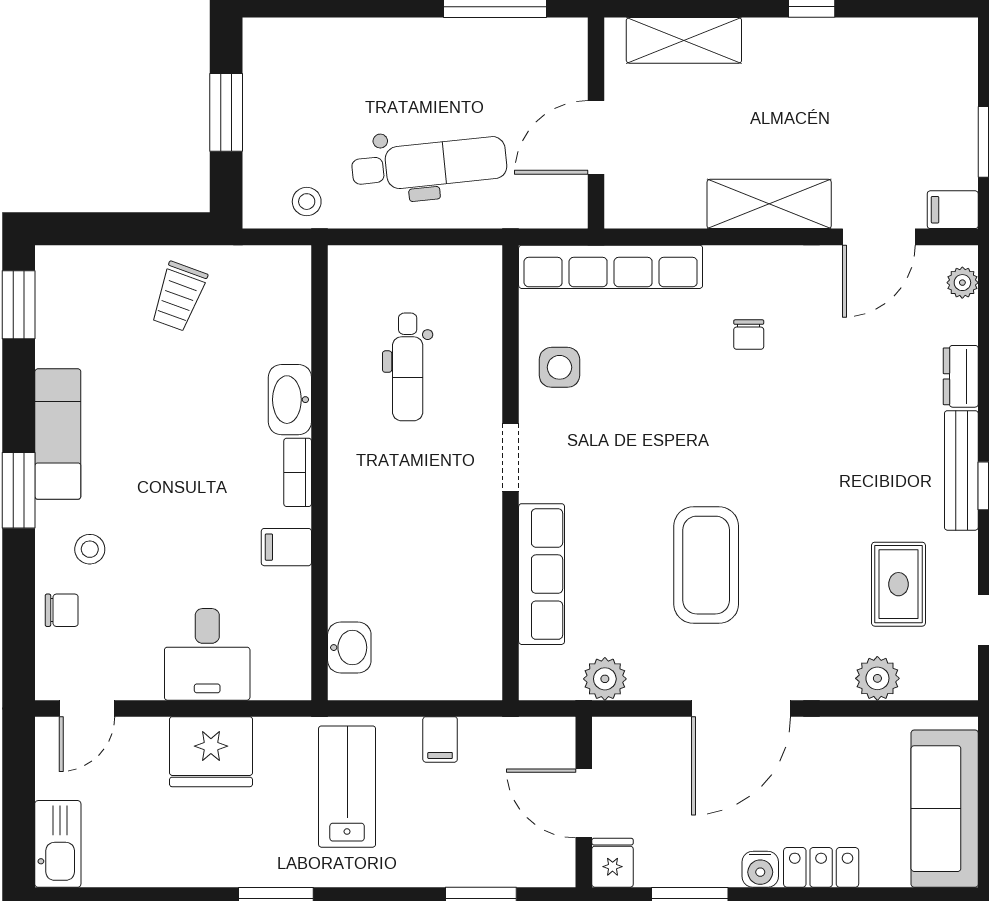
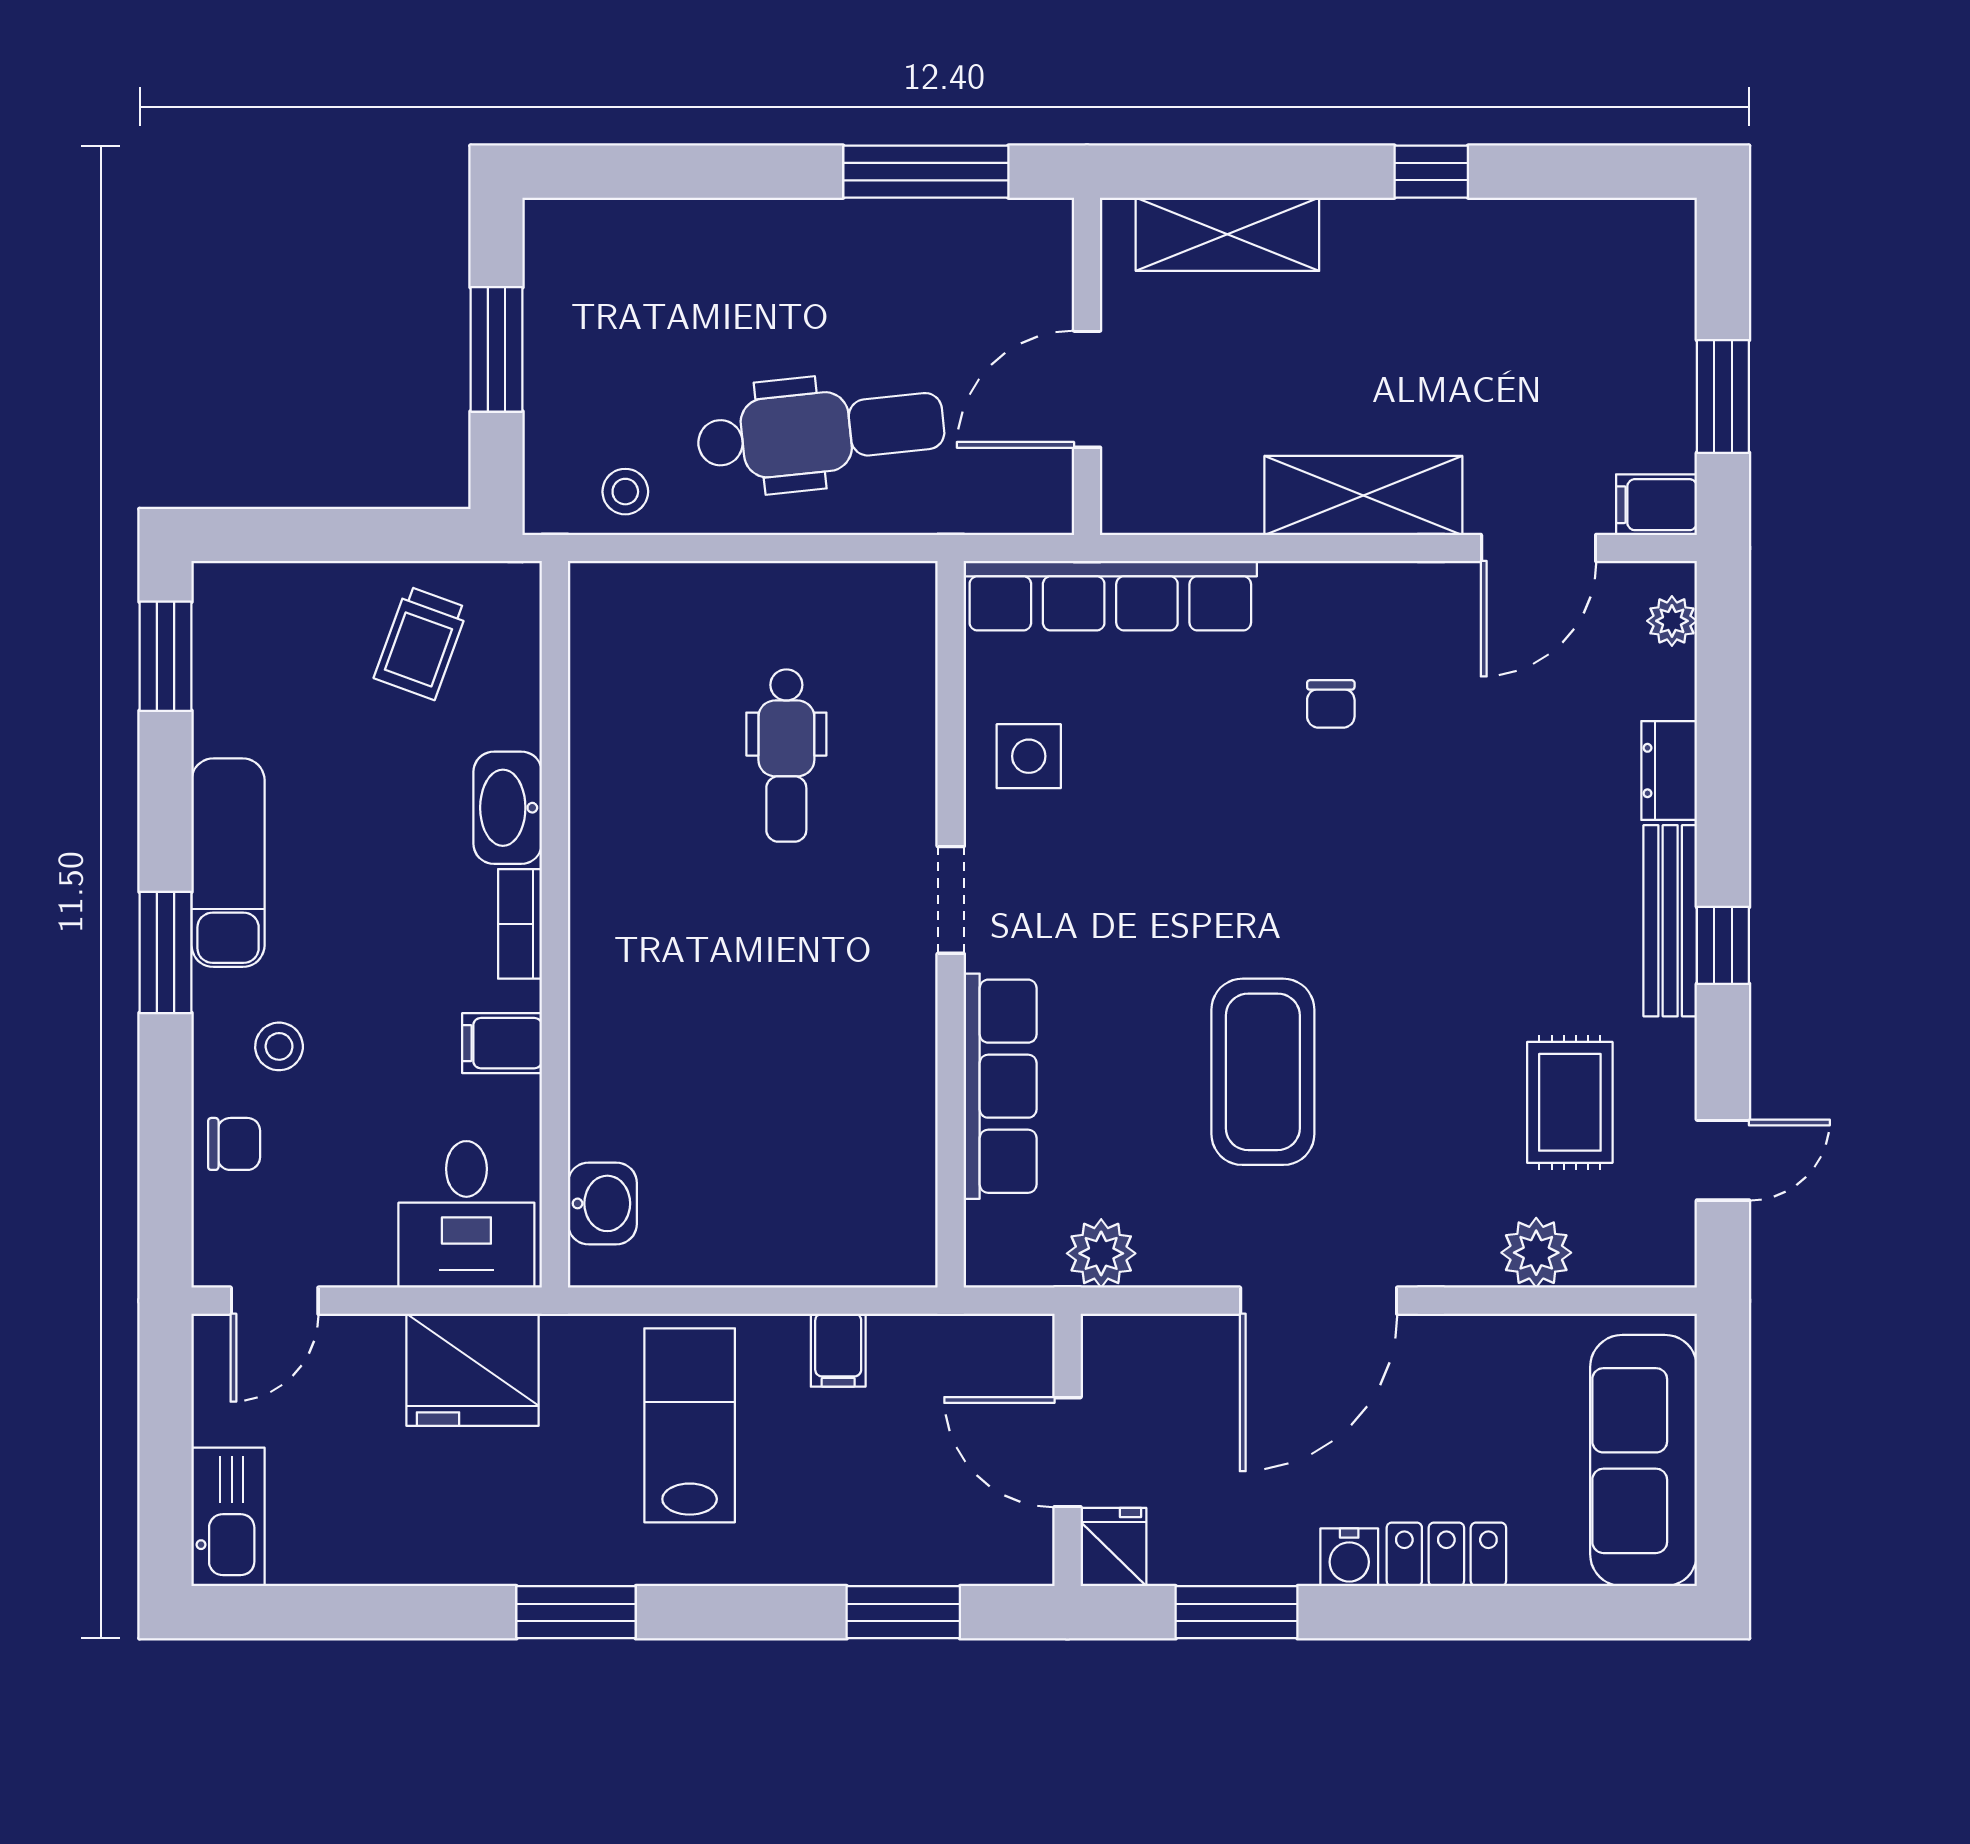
washbasin: (290, 400) -> (508, 808), moved
bookcase: (298, 472) -> (520, 924), moved
wall: (320, 473) -> (555, 924), moved
filing cabinet: (286, 547) -> (502, 1043), moved
washbasin: (349, 648) -> (602, 1203), moved

